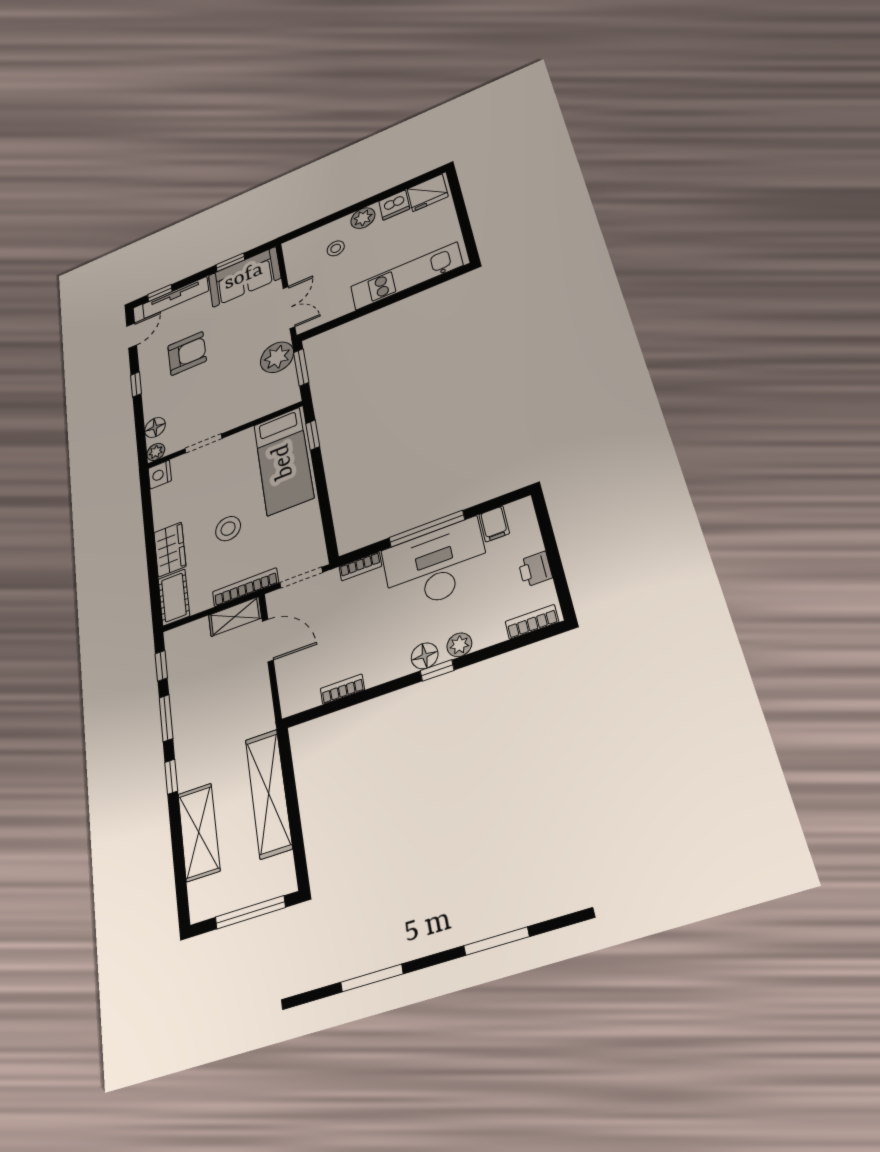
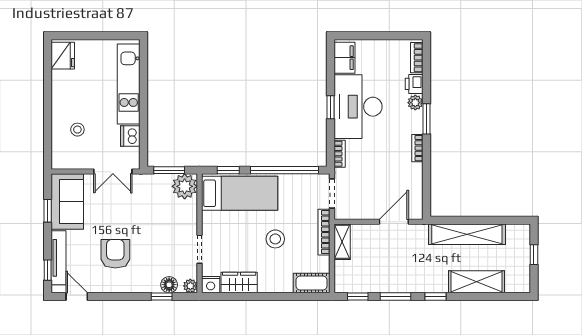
dishwasher: (394, 205) -> (130, 136), moved, turned 180
plant: (363, 218) -> (60, 105), removed
double door: (289, 307) -> (113, 172), swing flipped
plant: (277, 357) -> (185, 186), moved
window: (136, 384) -> (162, 297), moved
window: (324, 504) -> (284, 170), added
filing cabinet: (494, 524) -> (344, 58), width x2.00
window: (427, 529) -> (331, 107), width x0.46
wardrobe: (170, 549) -> (239, 283), moved
printer: (535, 569) -> (414, 84), moved, turned 90
door: (268, 640) -> (394, 222), moved
floor lamp: (425, 656) -> (415, 125), removed
window: (437, 670) -> (426, 119), width x1.50
bookcase: (342, 689) -> (417, 148), moved
window: (250, 912) -> (534, 255), width x0.46

